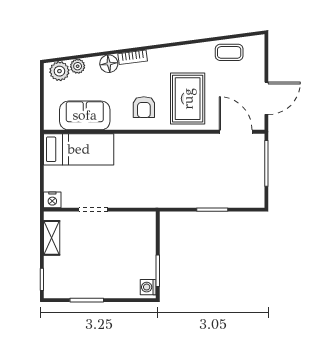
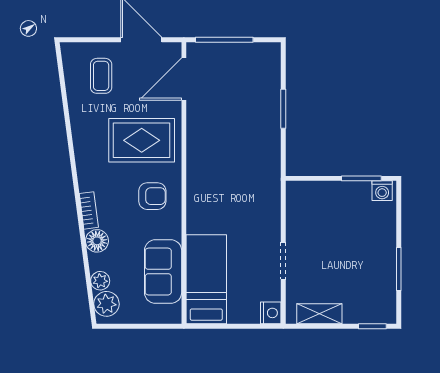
coffee table: (229, 52) -> (101, 76), moved

